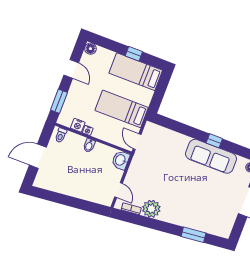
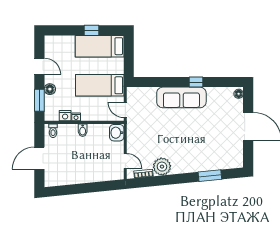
floor lamp: (90, 49) -> (50, 89), moved
sofa: (211, 156) -> (181, 97), moved

